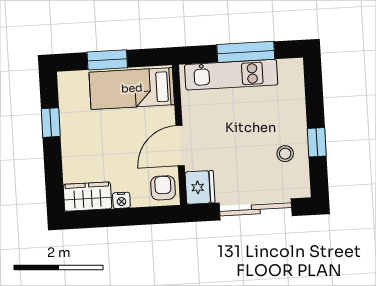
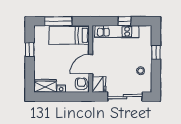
window: (246, 52) -> (125, 21), width x0.46
window: (107, 60) -> (58, 21), width x1.44
window: (317, 142) -> (156, 52), moved

